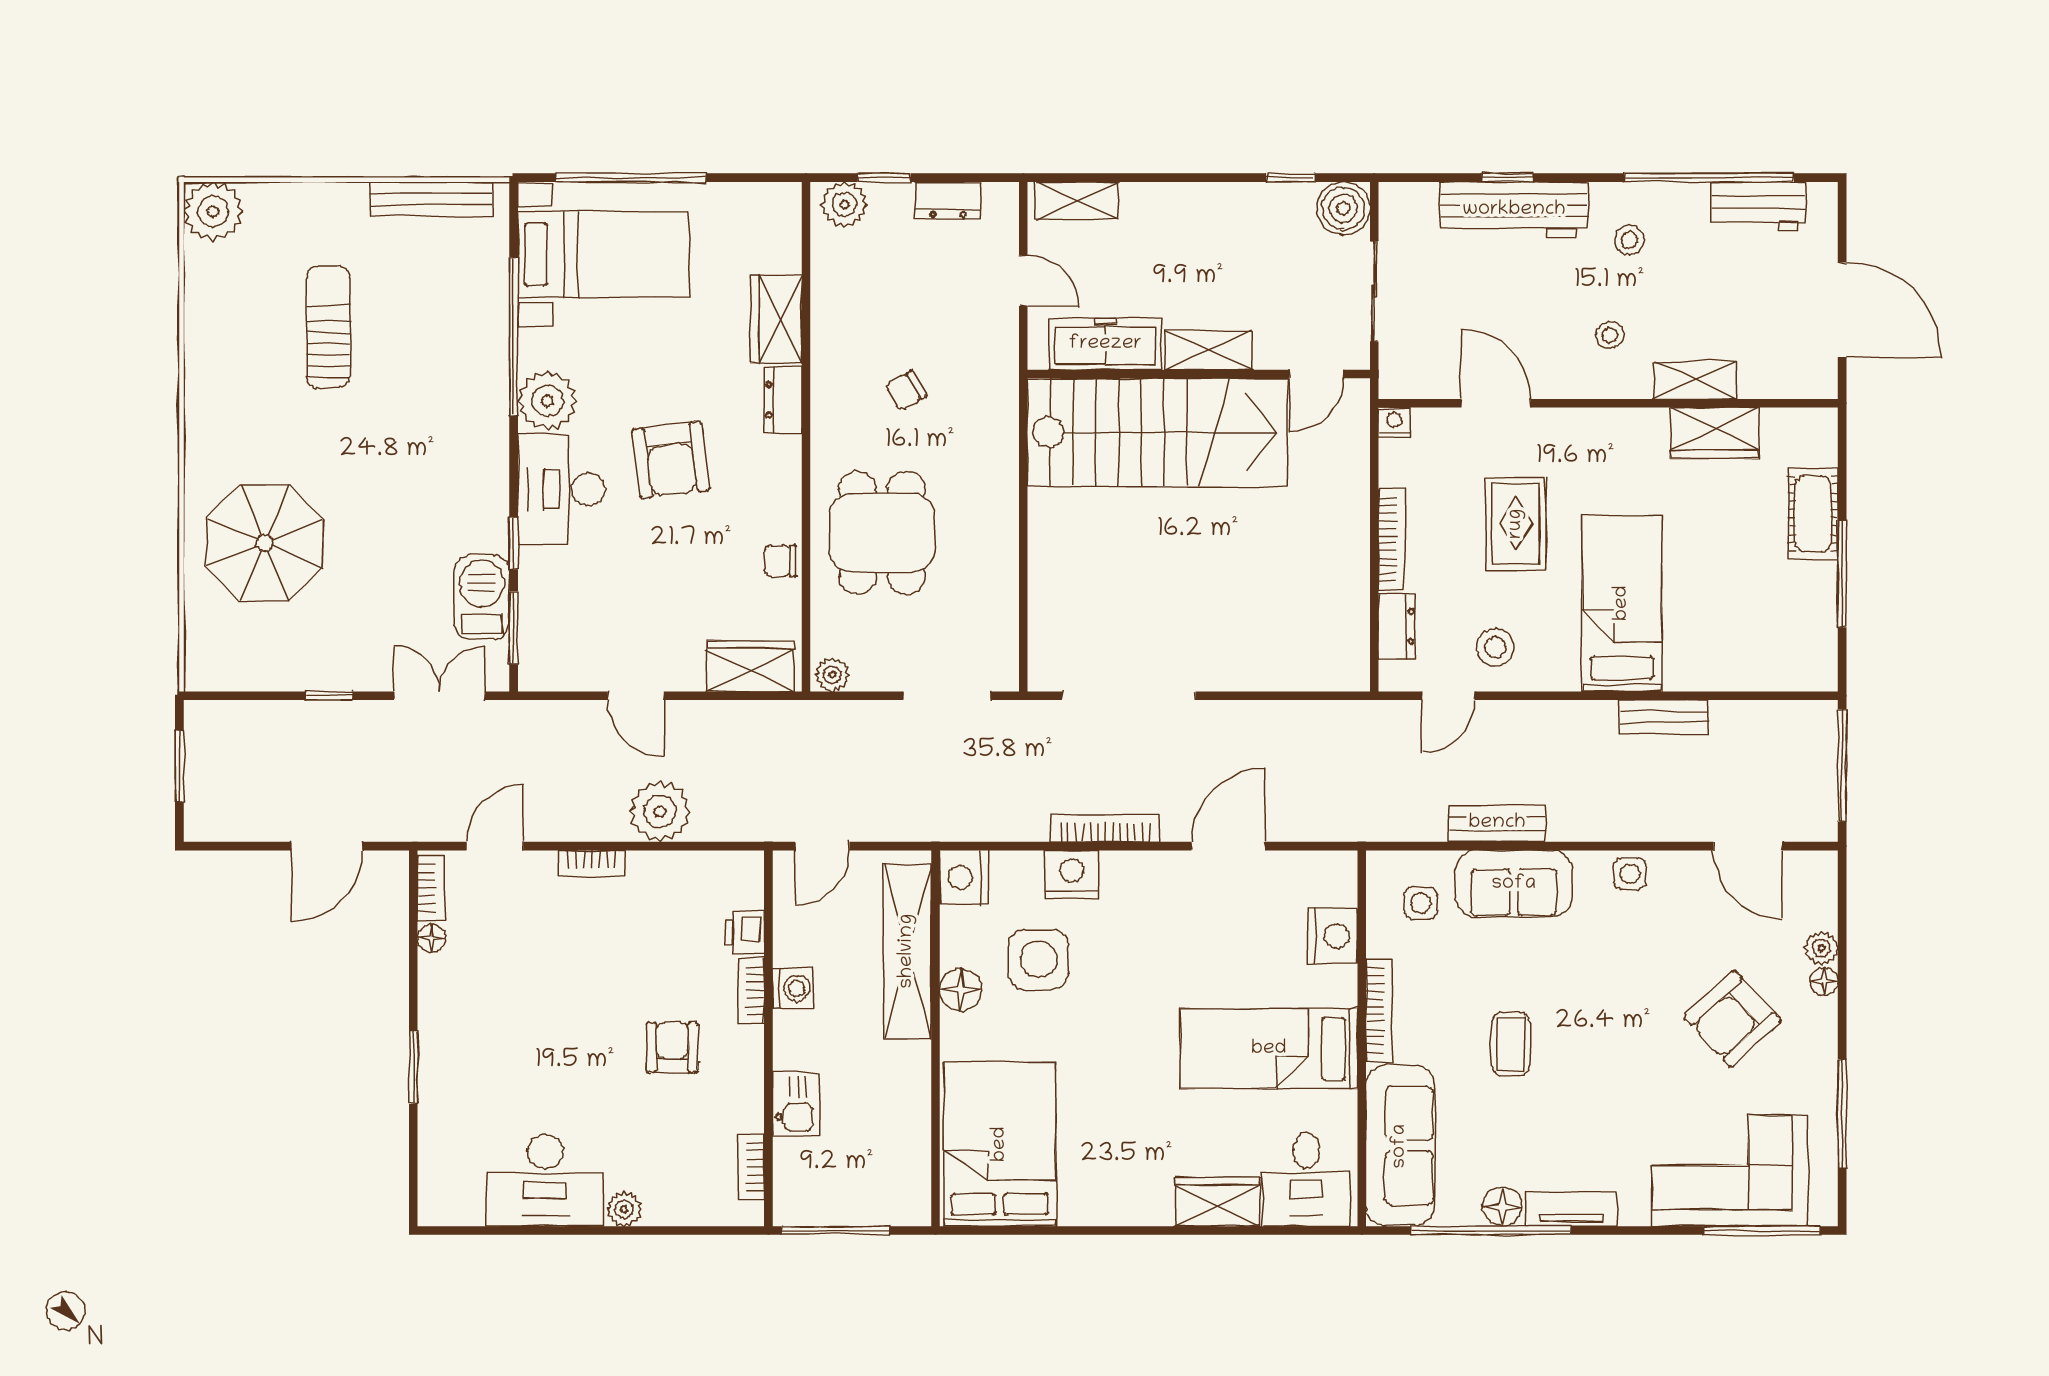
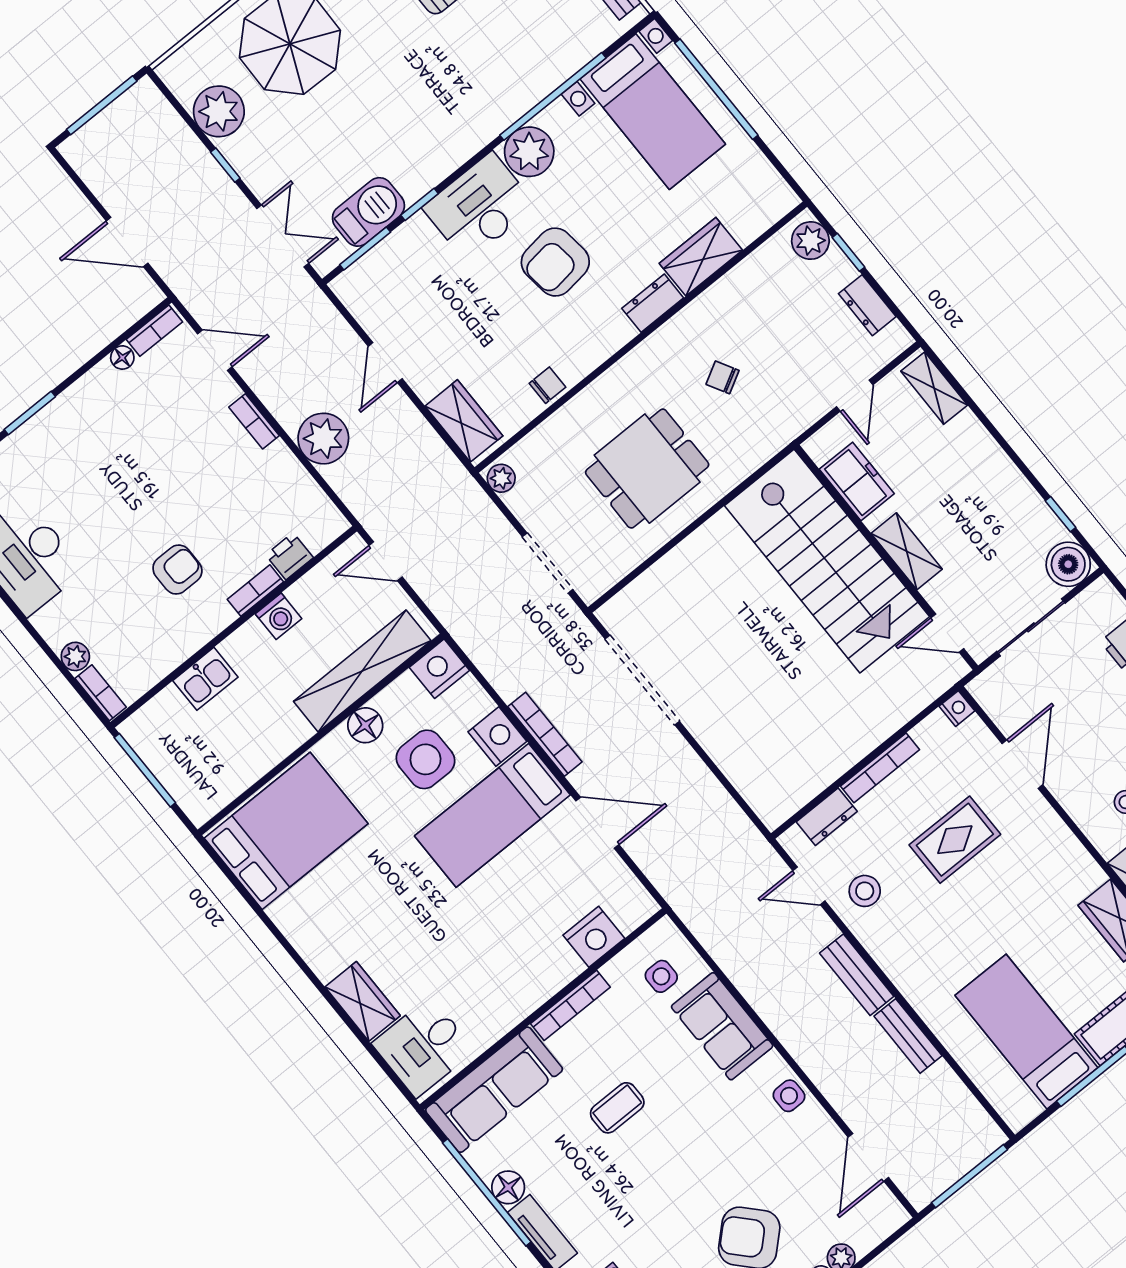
freezer: (1105, 344) -> (857, 481), width x0.71
dining table: (882, 533) -> (647, 469), moved
chair: (780, 561) -> (547, 385), turned 90
bed: (1622, 603) -> (1026, 1032), moved, turned -90
plant: (274, 661) -> (219, 111), added
window: (179, 766) -> (102, 105), width x1.44
bench: (1497, 823) -> (857, 975), moved
bed: (1269, 1049) -> (492, 815), moved, turned -90
bookcase: (751, 1167) -> (101, 693), moved, turned 90
plant: (624, 1209) -> (75, 656), moved

